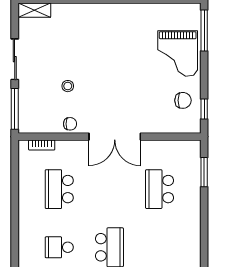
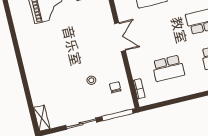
chair: (70, 124) -> (115, 87), moved
double door: (115, 137) -> (120, 37), width x0.73

